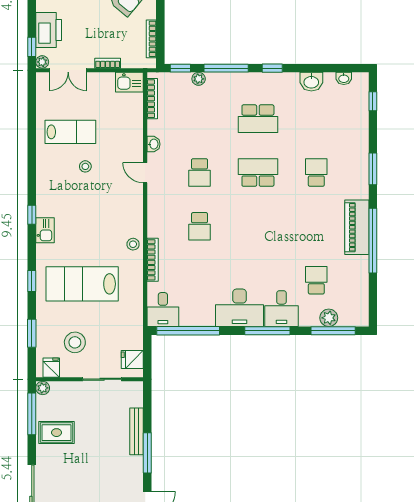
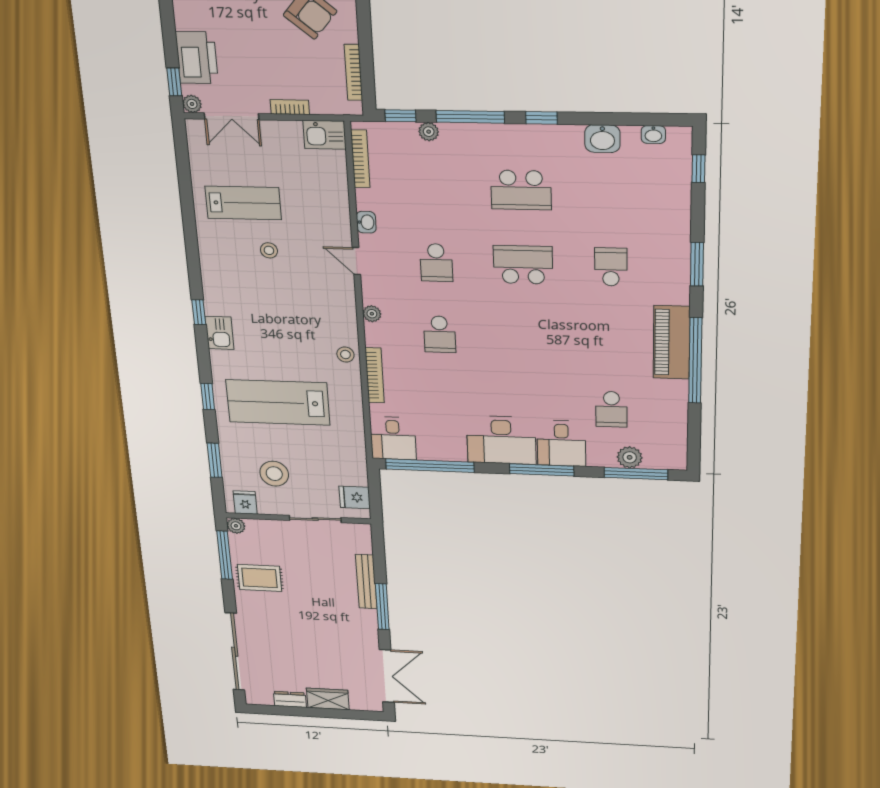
plant: (153, 212) -> (372, 314), added
school desk: (316, 280) -> (611, 409), turned 180

